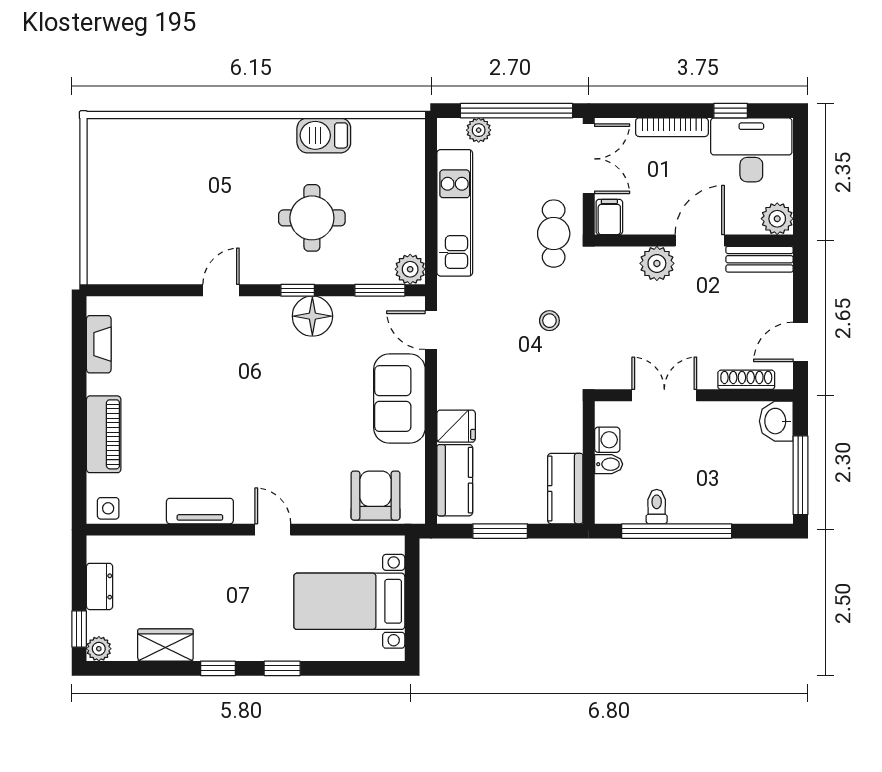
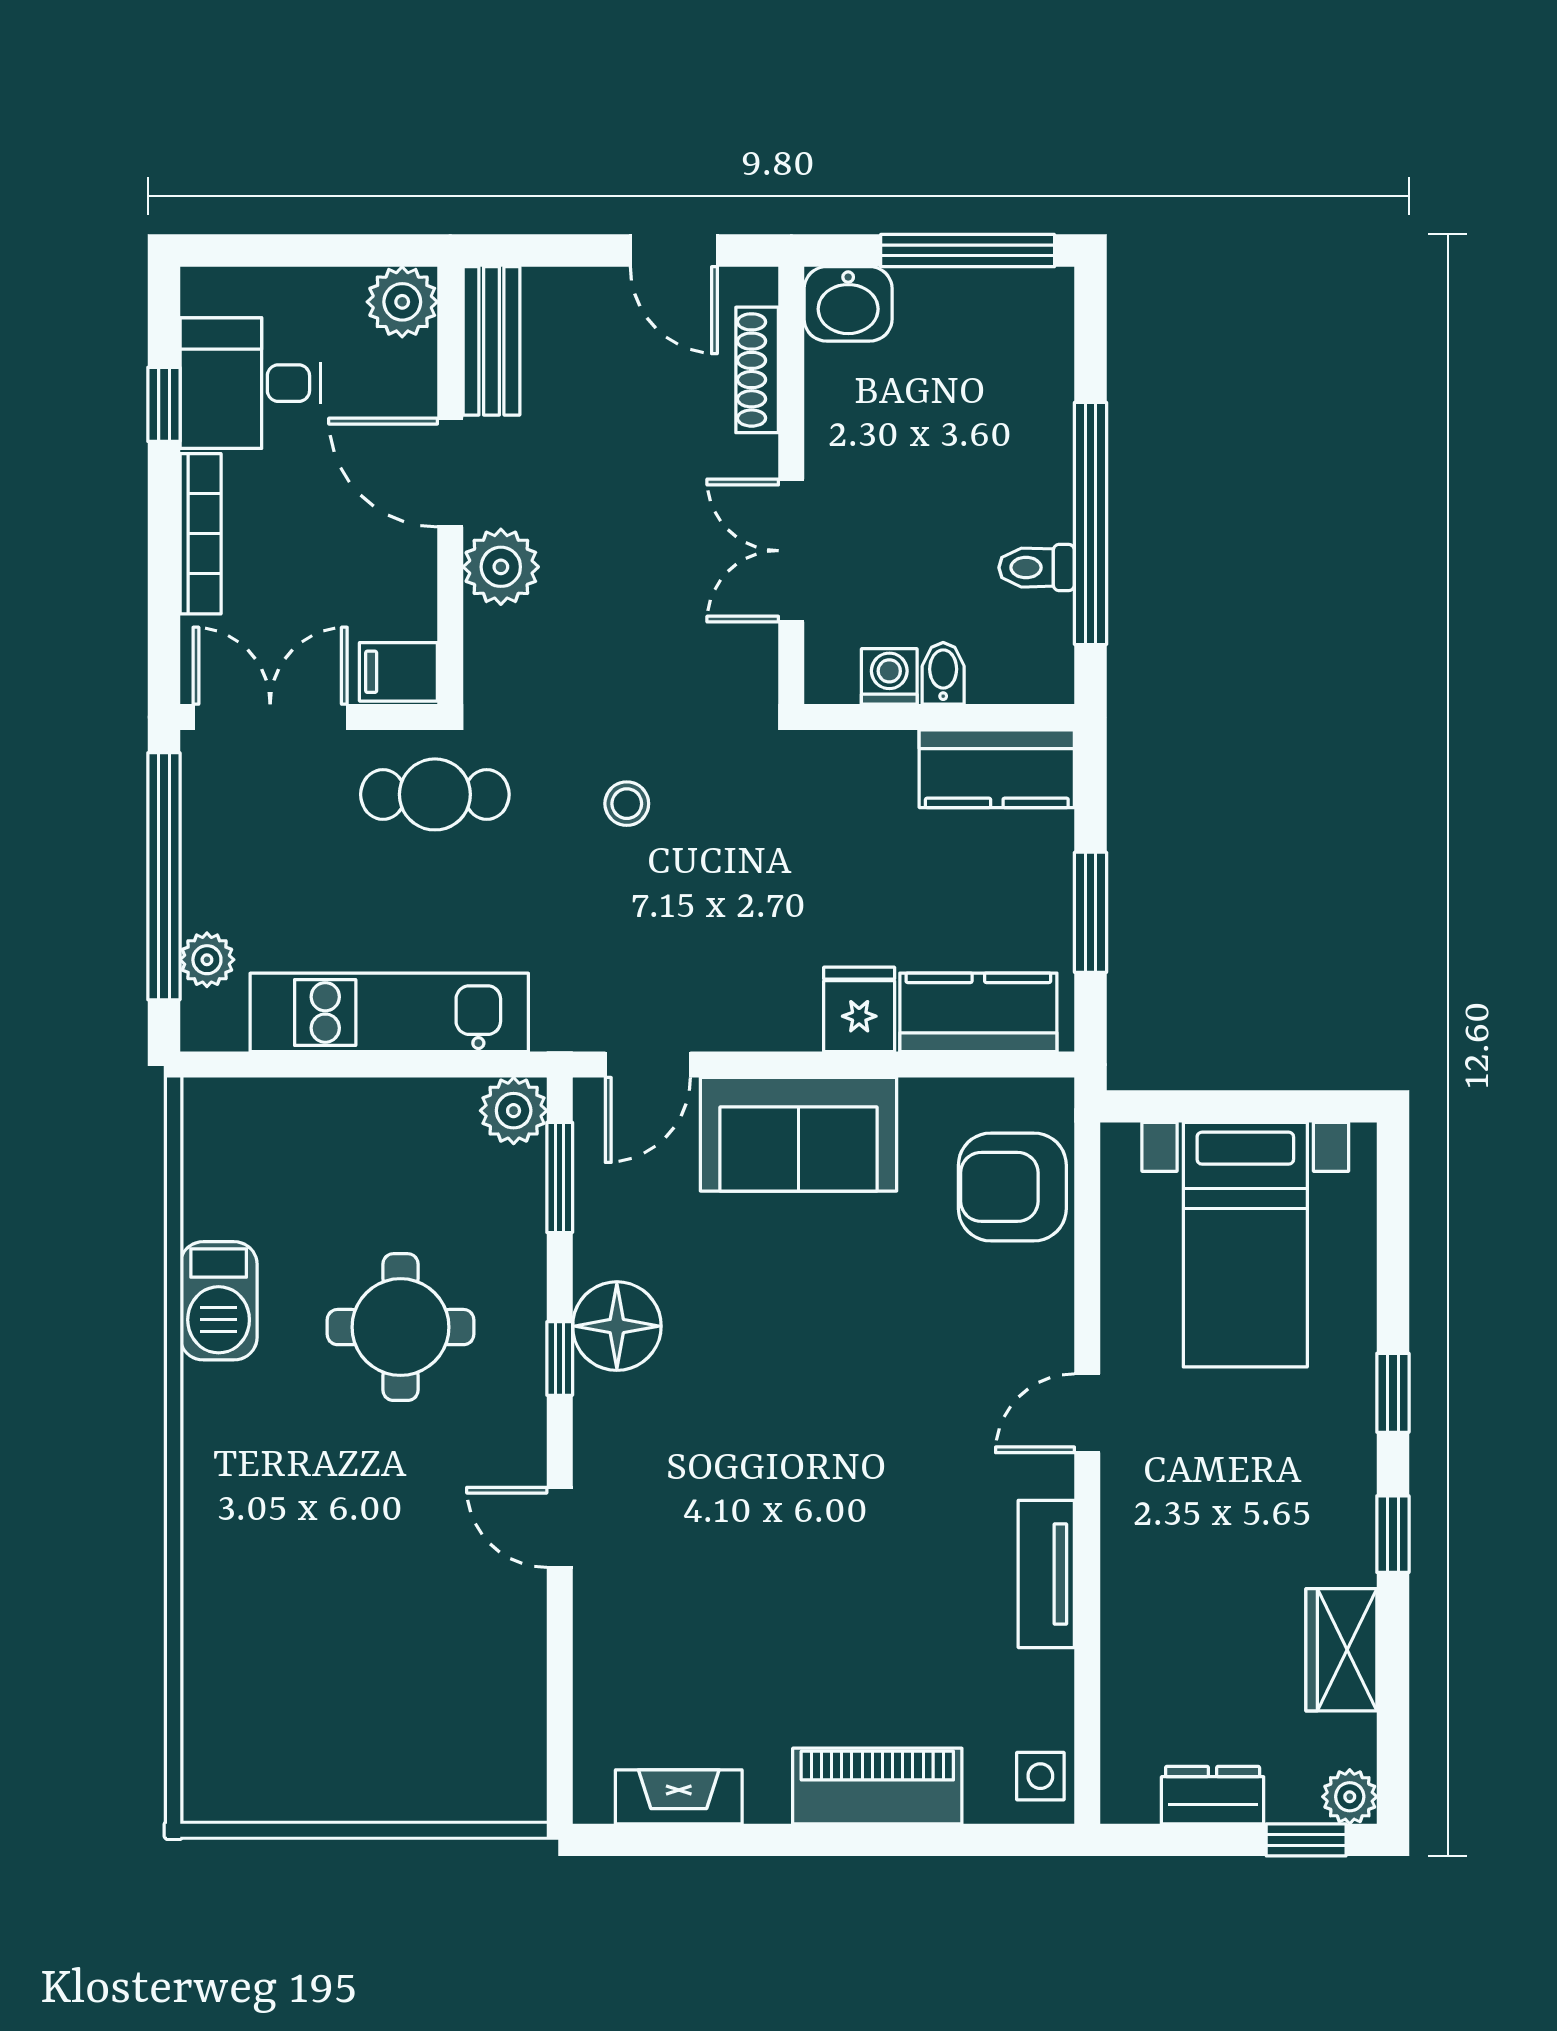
desk: (751, 150) -> (250, 383), width x0.73

